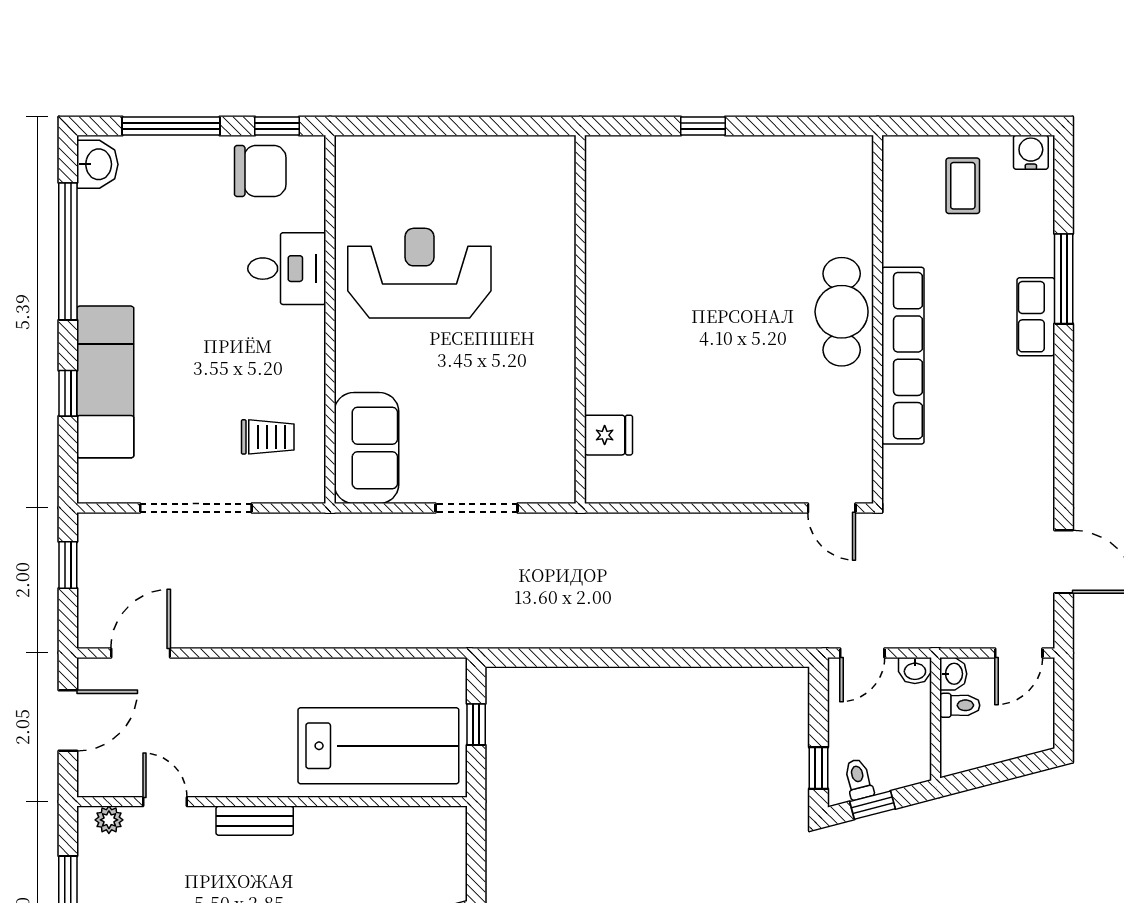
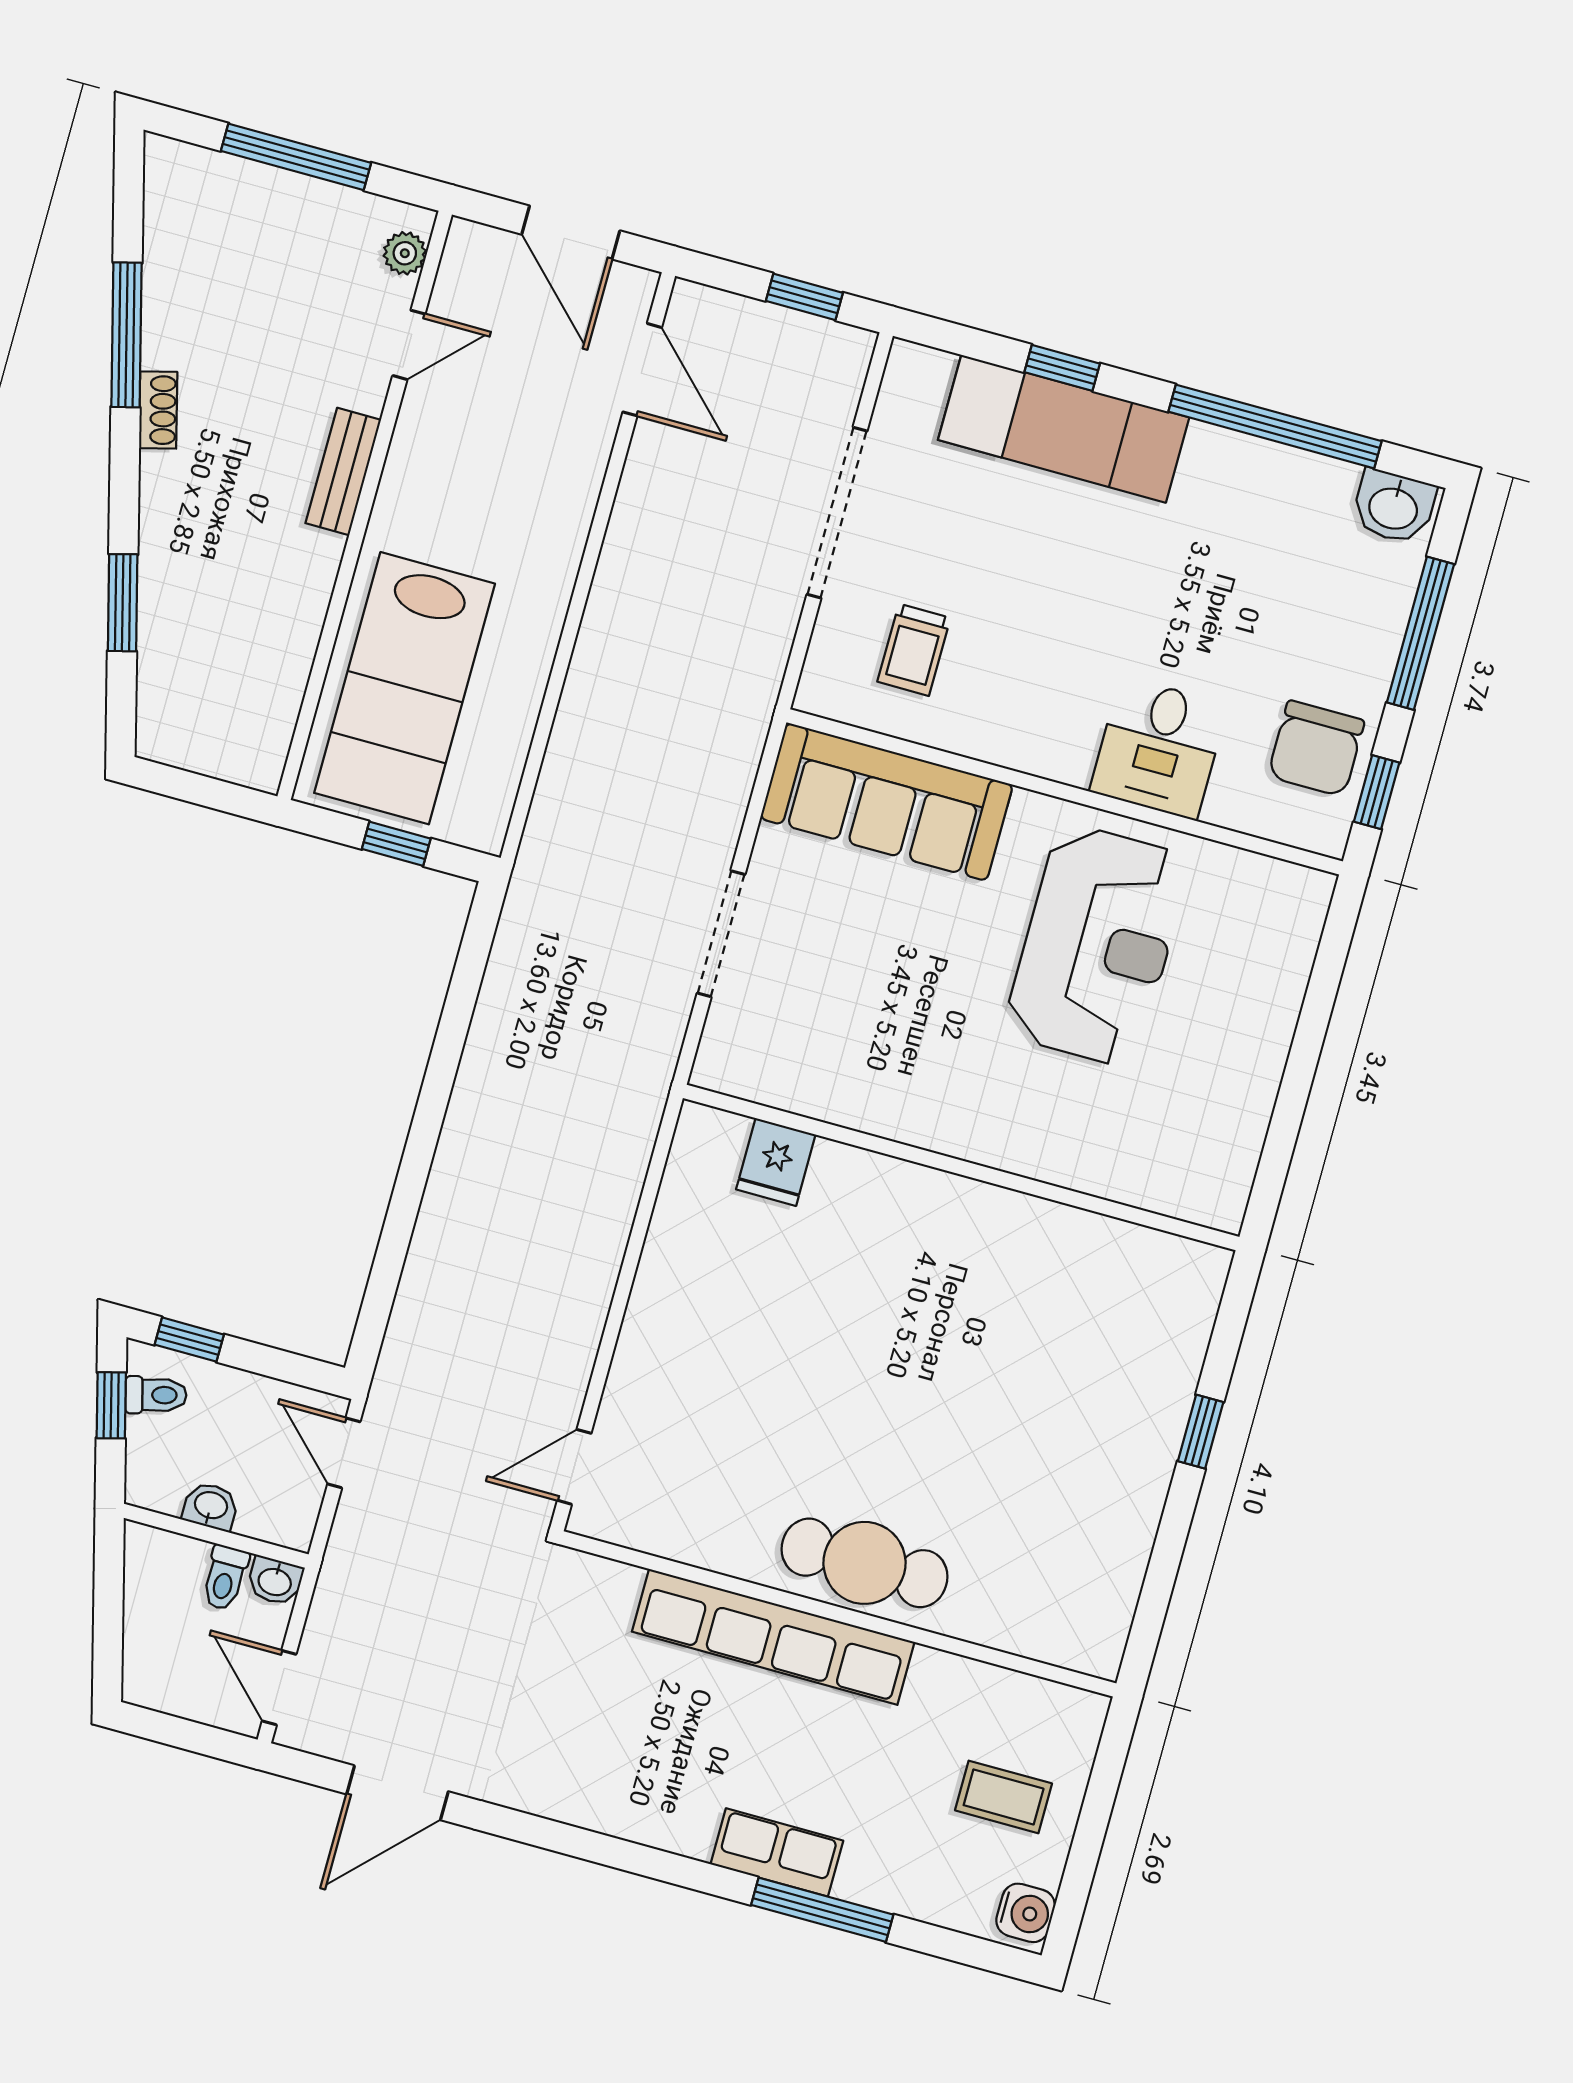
sofa: (367, 448) -> (887, 802), width x1.36
washbasin: (915, 671) -> (211, 1506), moved, turned 90

